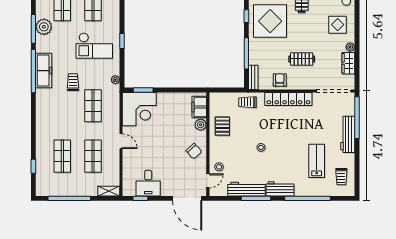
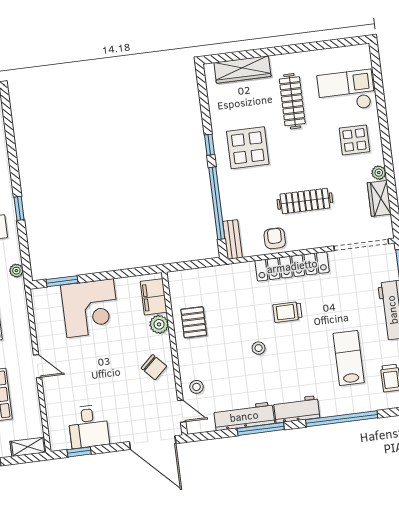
display table: (270, 21) -> (248, 148), width x0.73, depth x0.73
window: (246, 53) -> (217, 203), width x1.46
clothes rail: (302, 59) -> (305, 201), width x1.36
trolley: (248, 102) -> (287, 312), moved
corner desk: (139, 109) -> (90, 308), moved
door: (208, 181) -> (182, 411), hinge flipped

